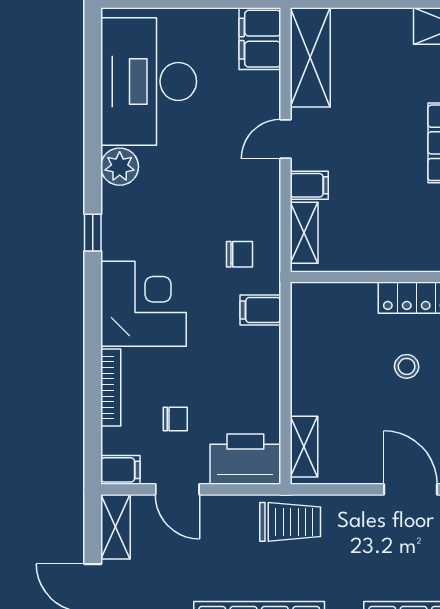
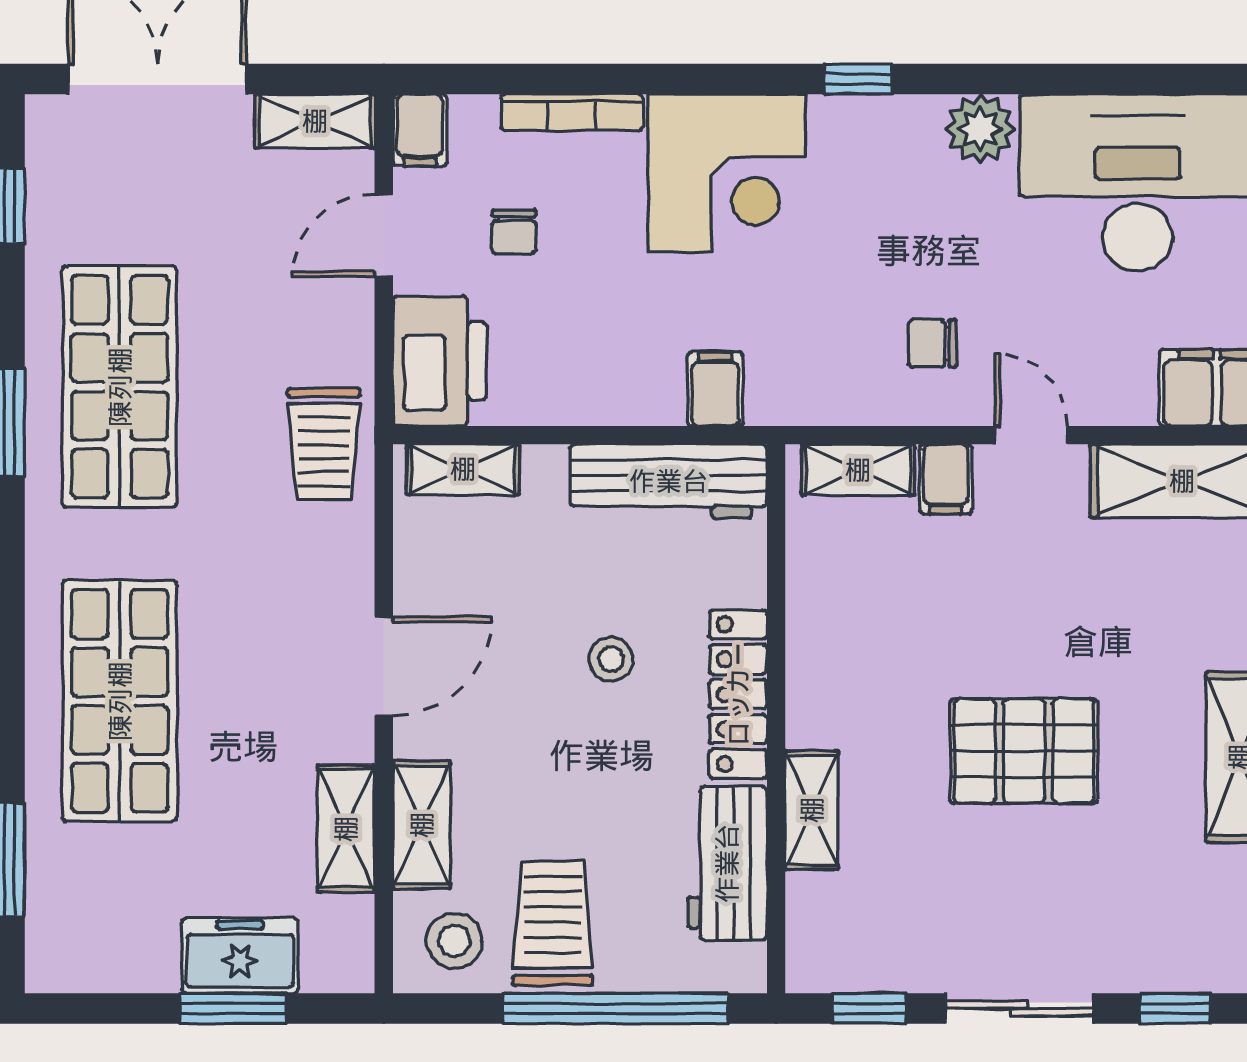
chair: (240, 254) -> (933, 343), moved, turned 90
workbench: (310, 335) -> (669, 481), added

